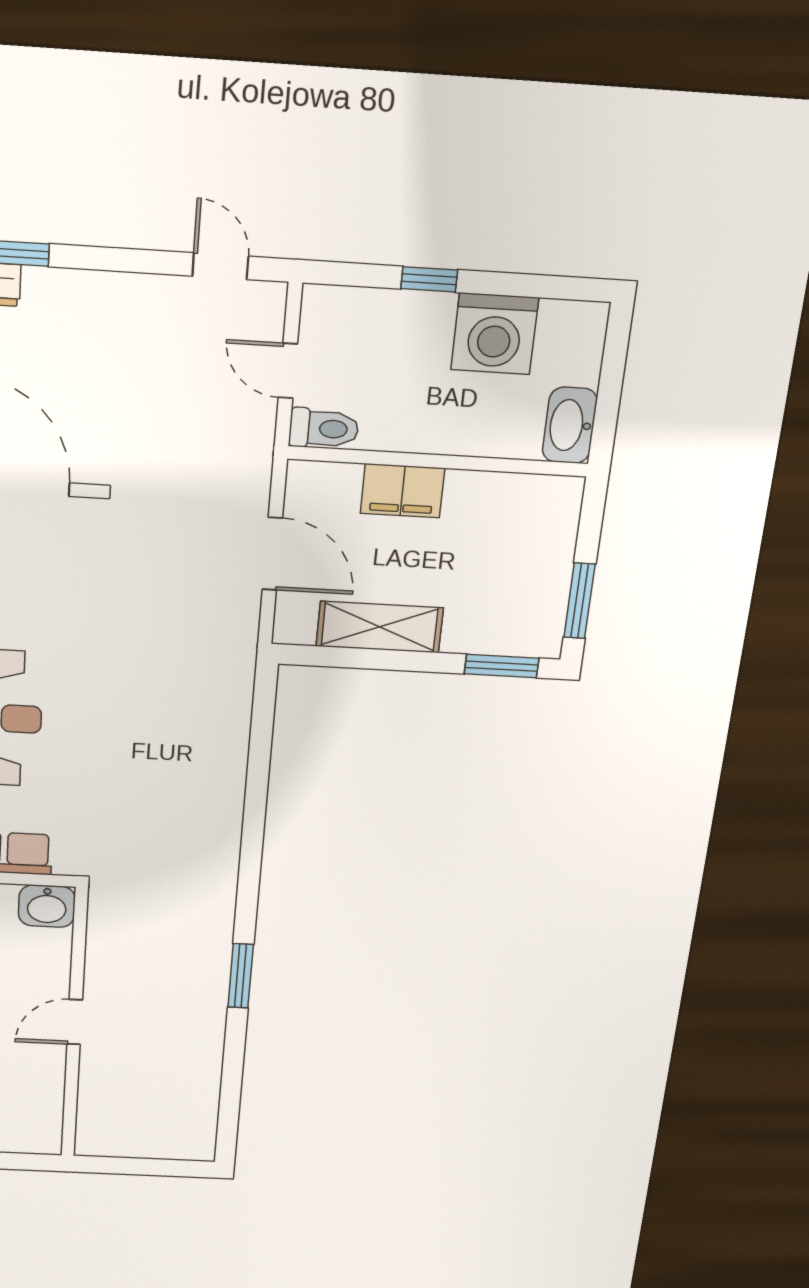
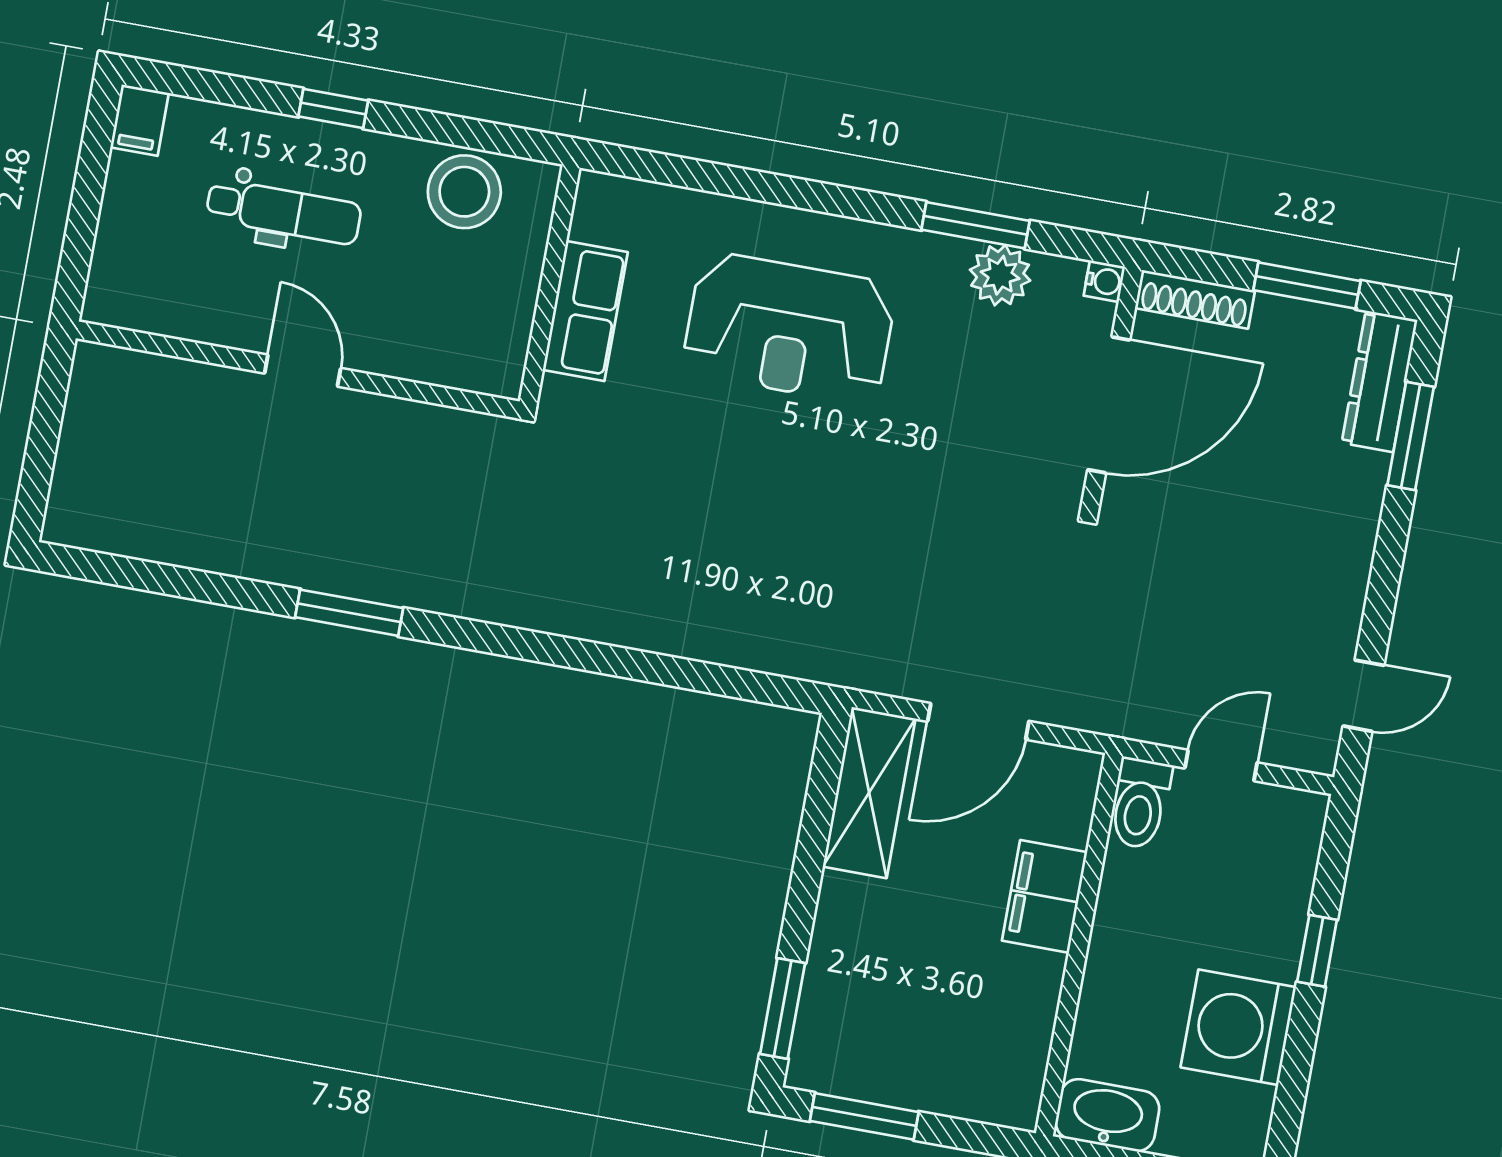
shelving: (380, 627) -> (869, 793), moved
washbasin: (47, 906) -> (494, 358), removed

